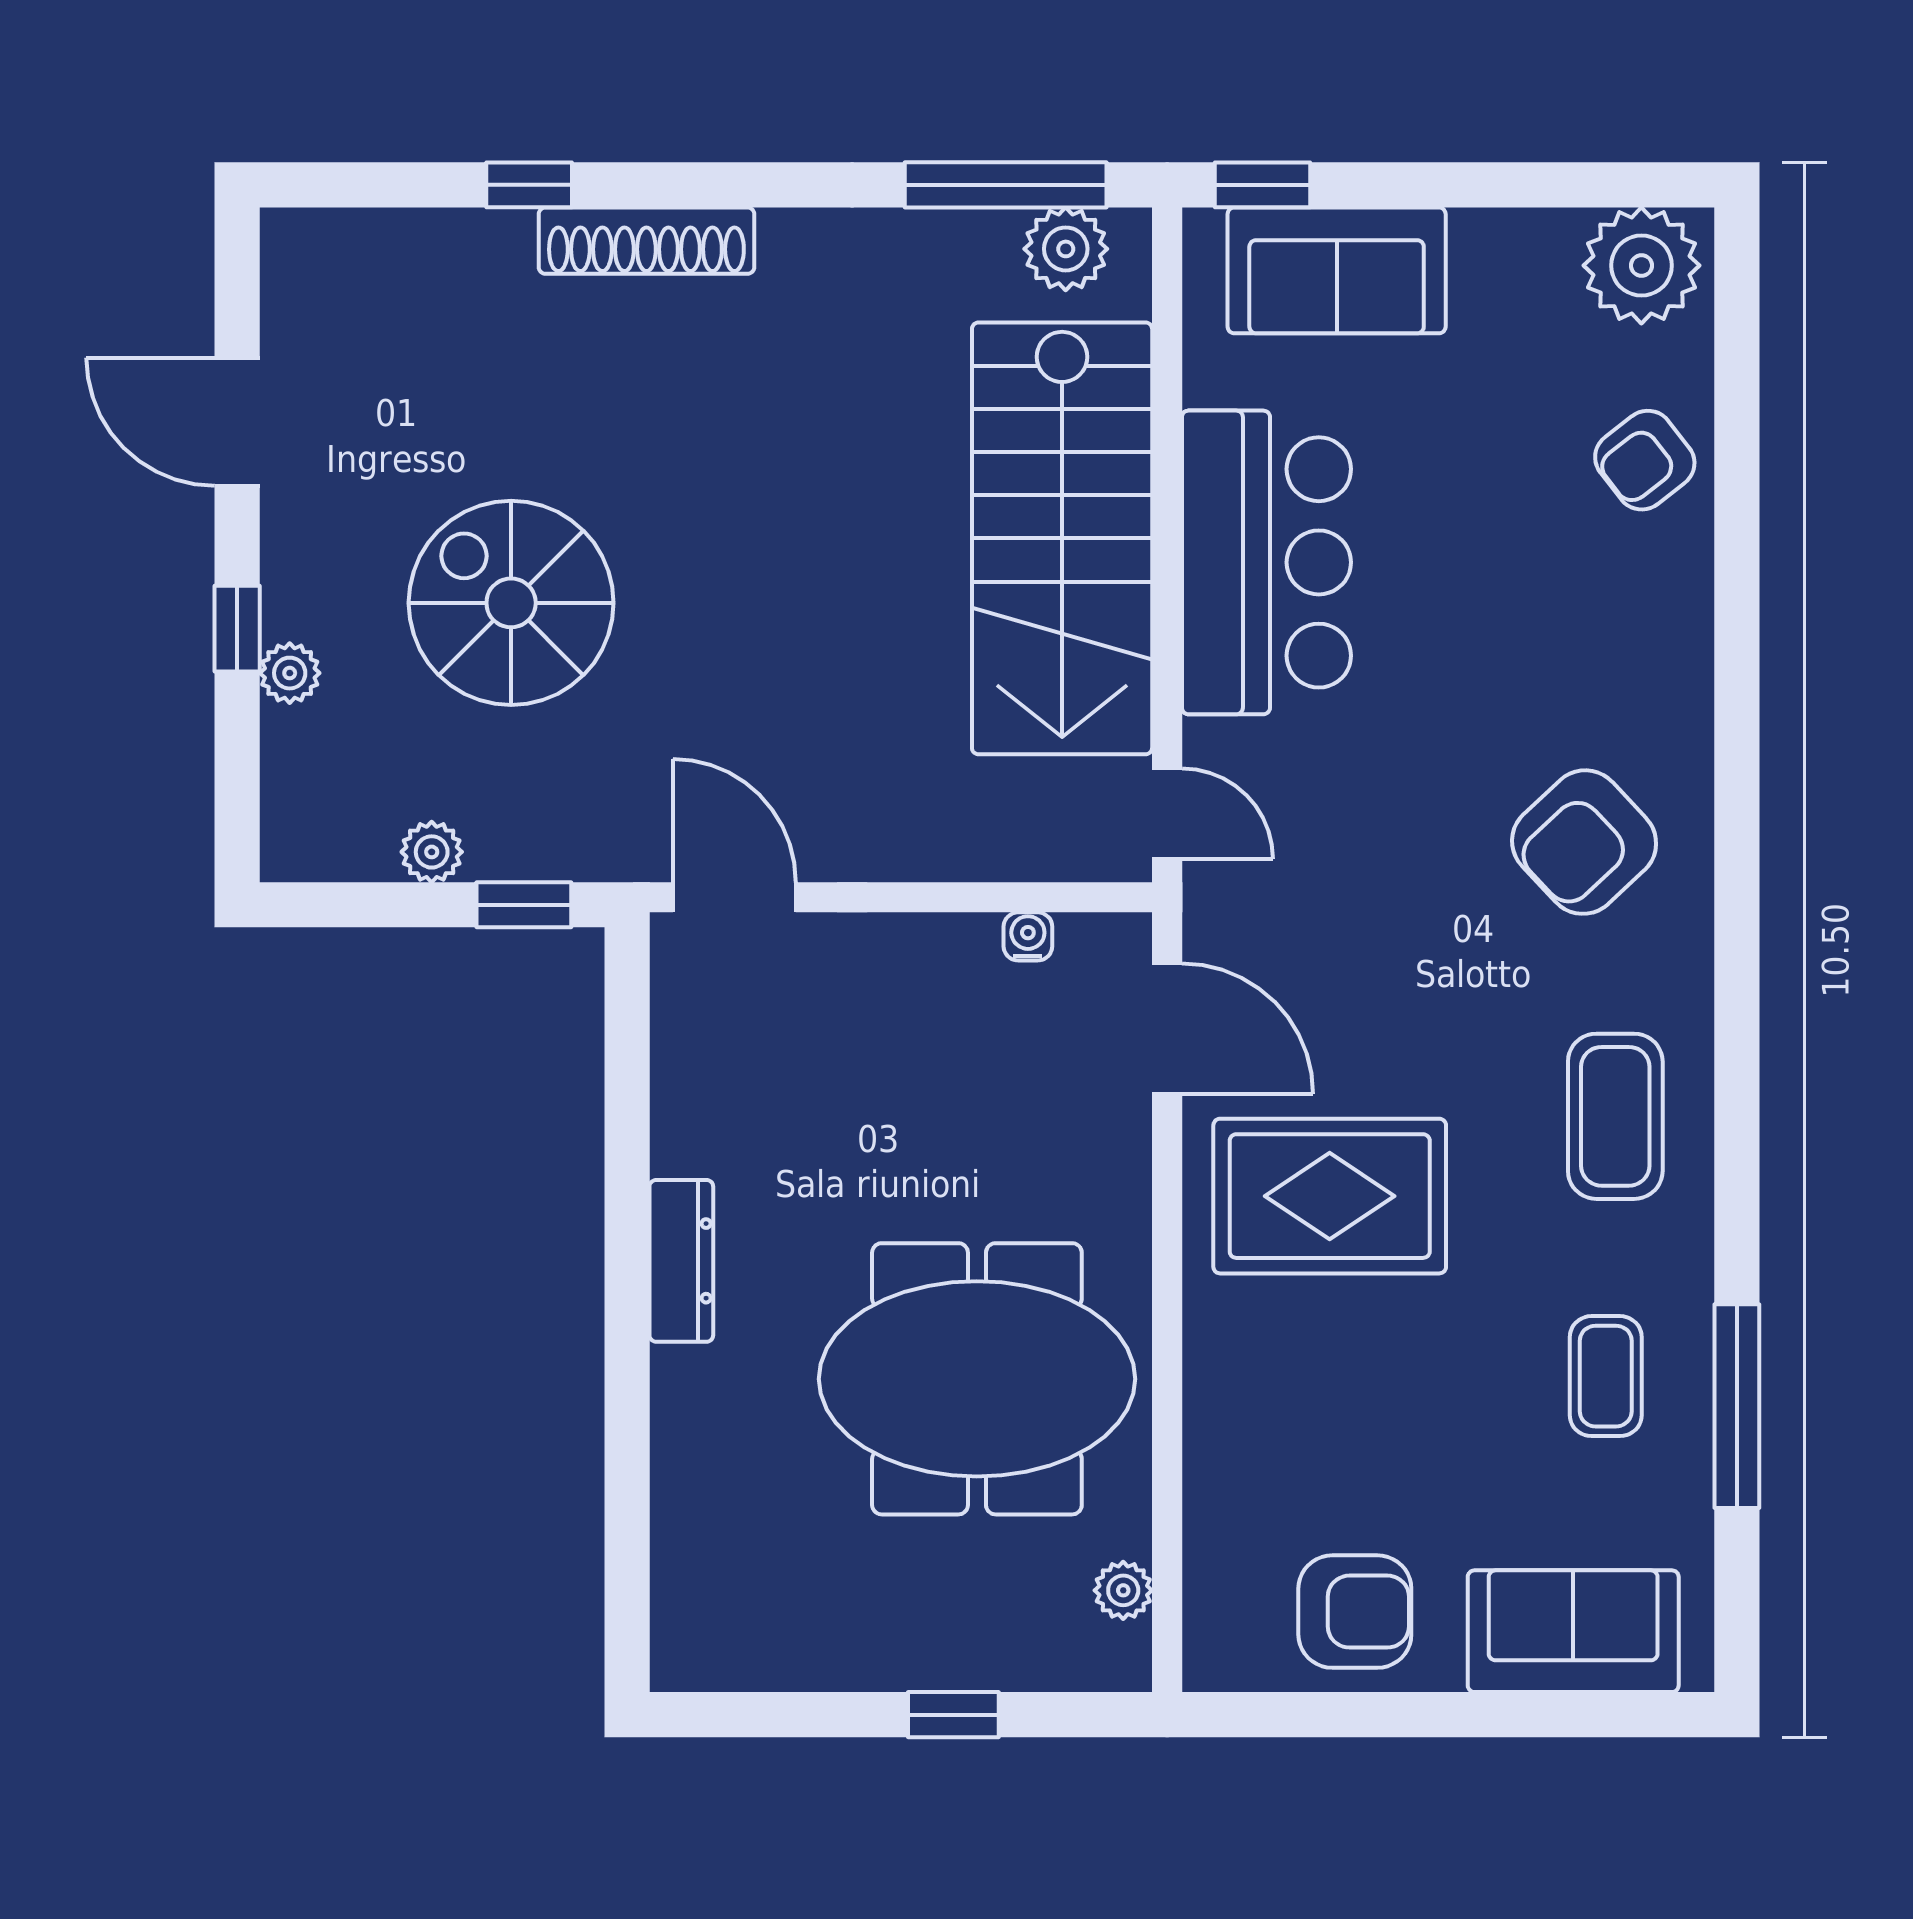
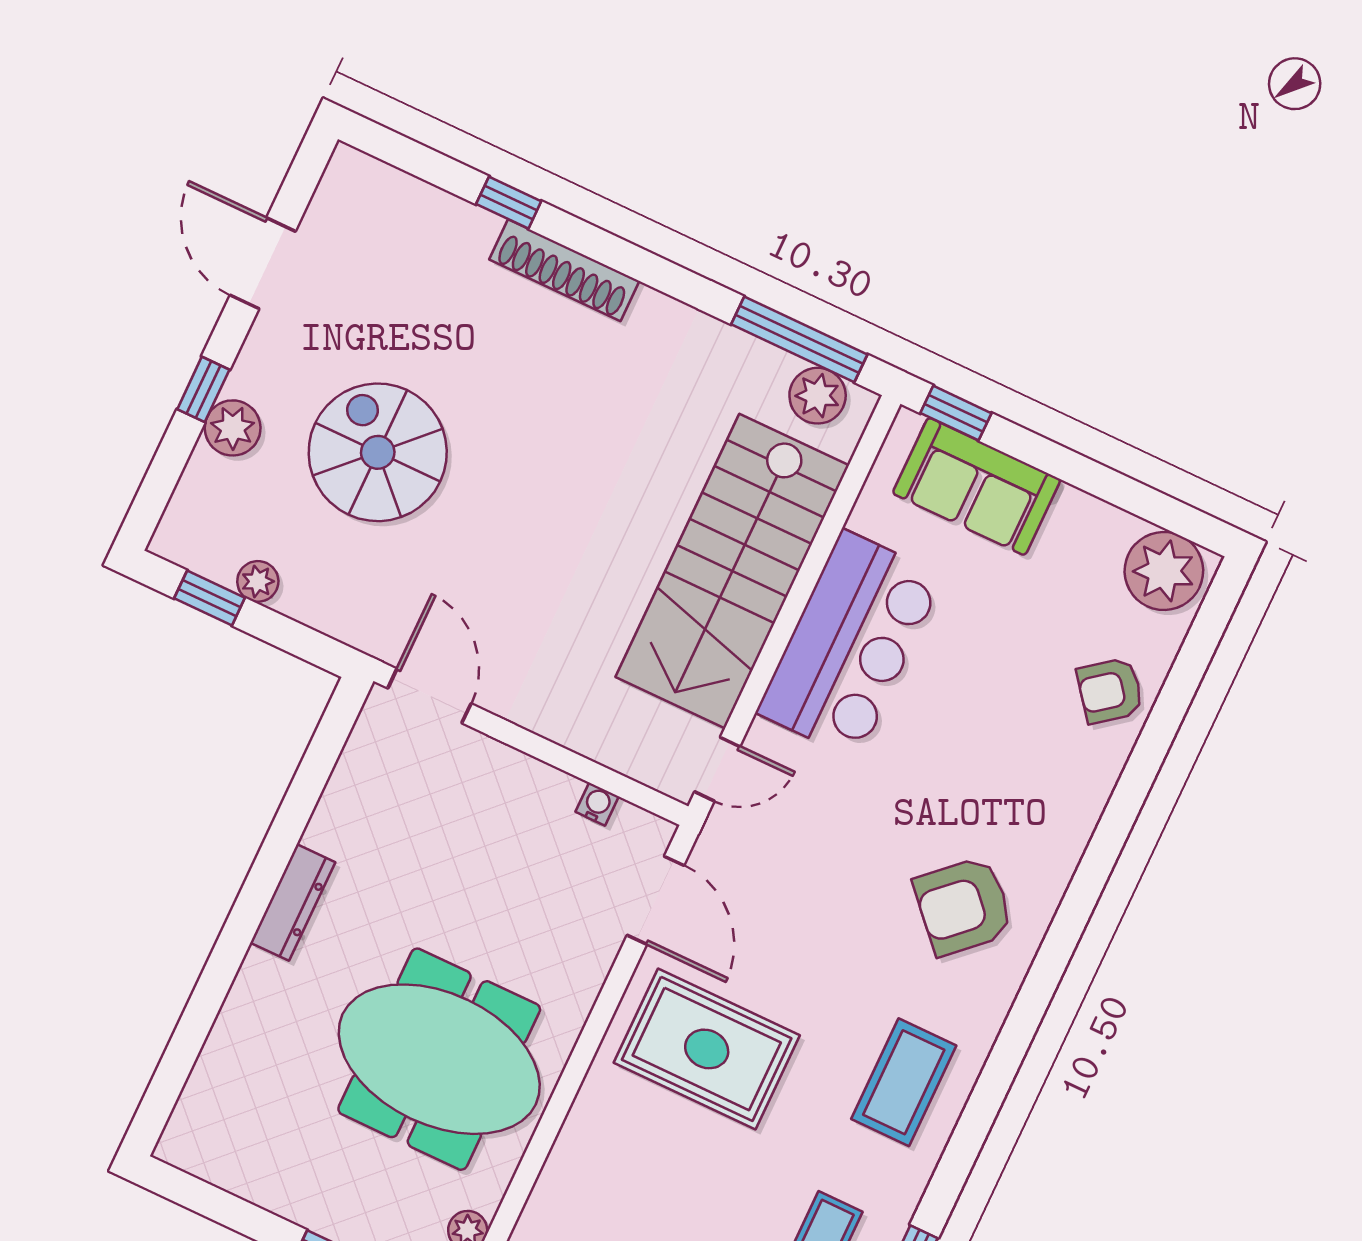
plant: (290, 673) -> (233, 428), width x1.38, depth x1.38
door: (1167, 814) -> (717, 769), hinge flipped
window: (524, 905) -> (210, 598), moved

